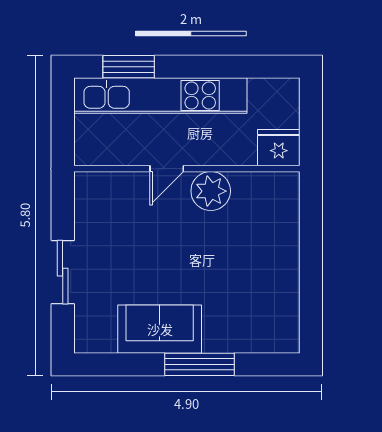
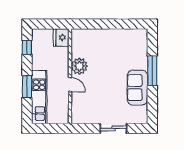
window: (129, 67) -> (27, 87), moved
window: (255, 67) -> (27, 47), added
kitchen unit: (160, 95) -> (39, 97), width x0.73

